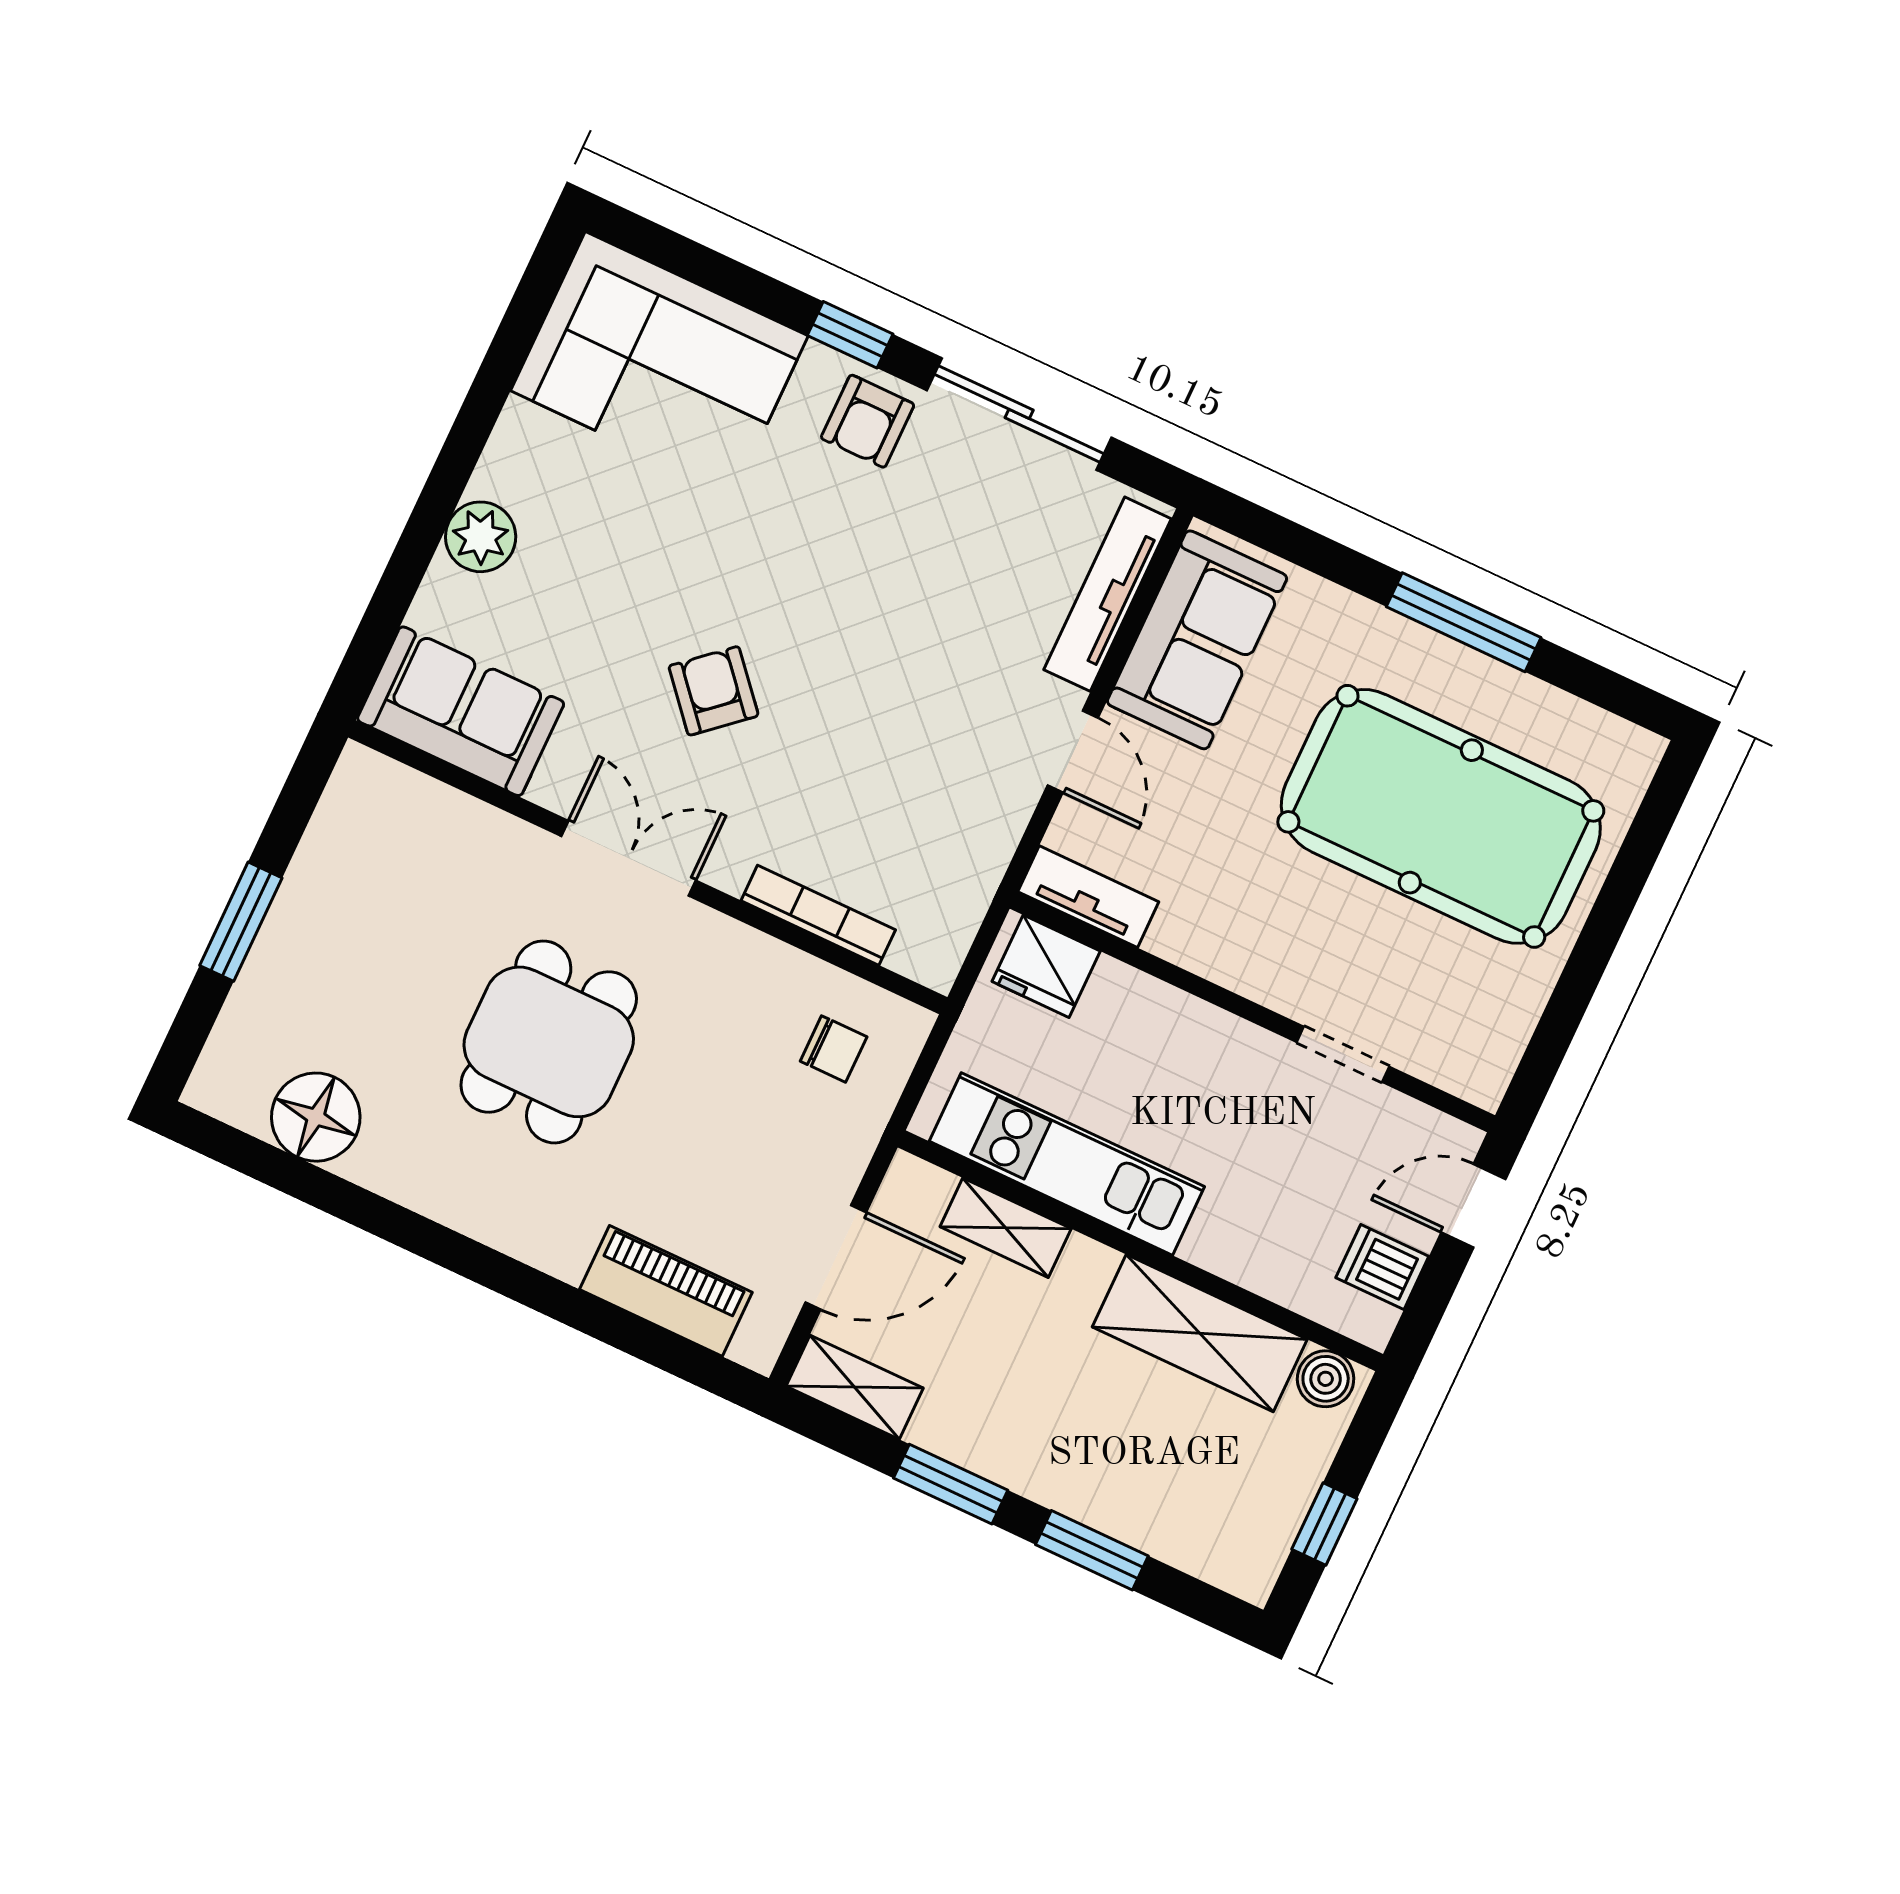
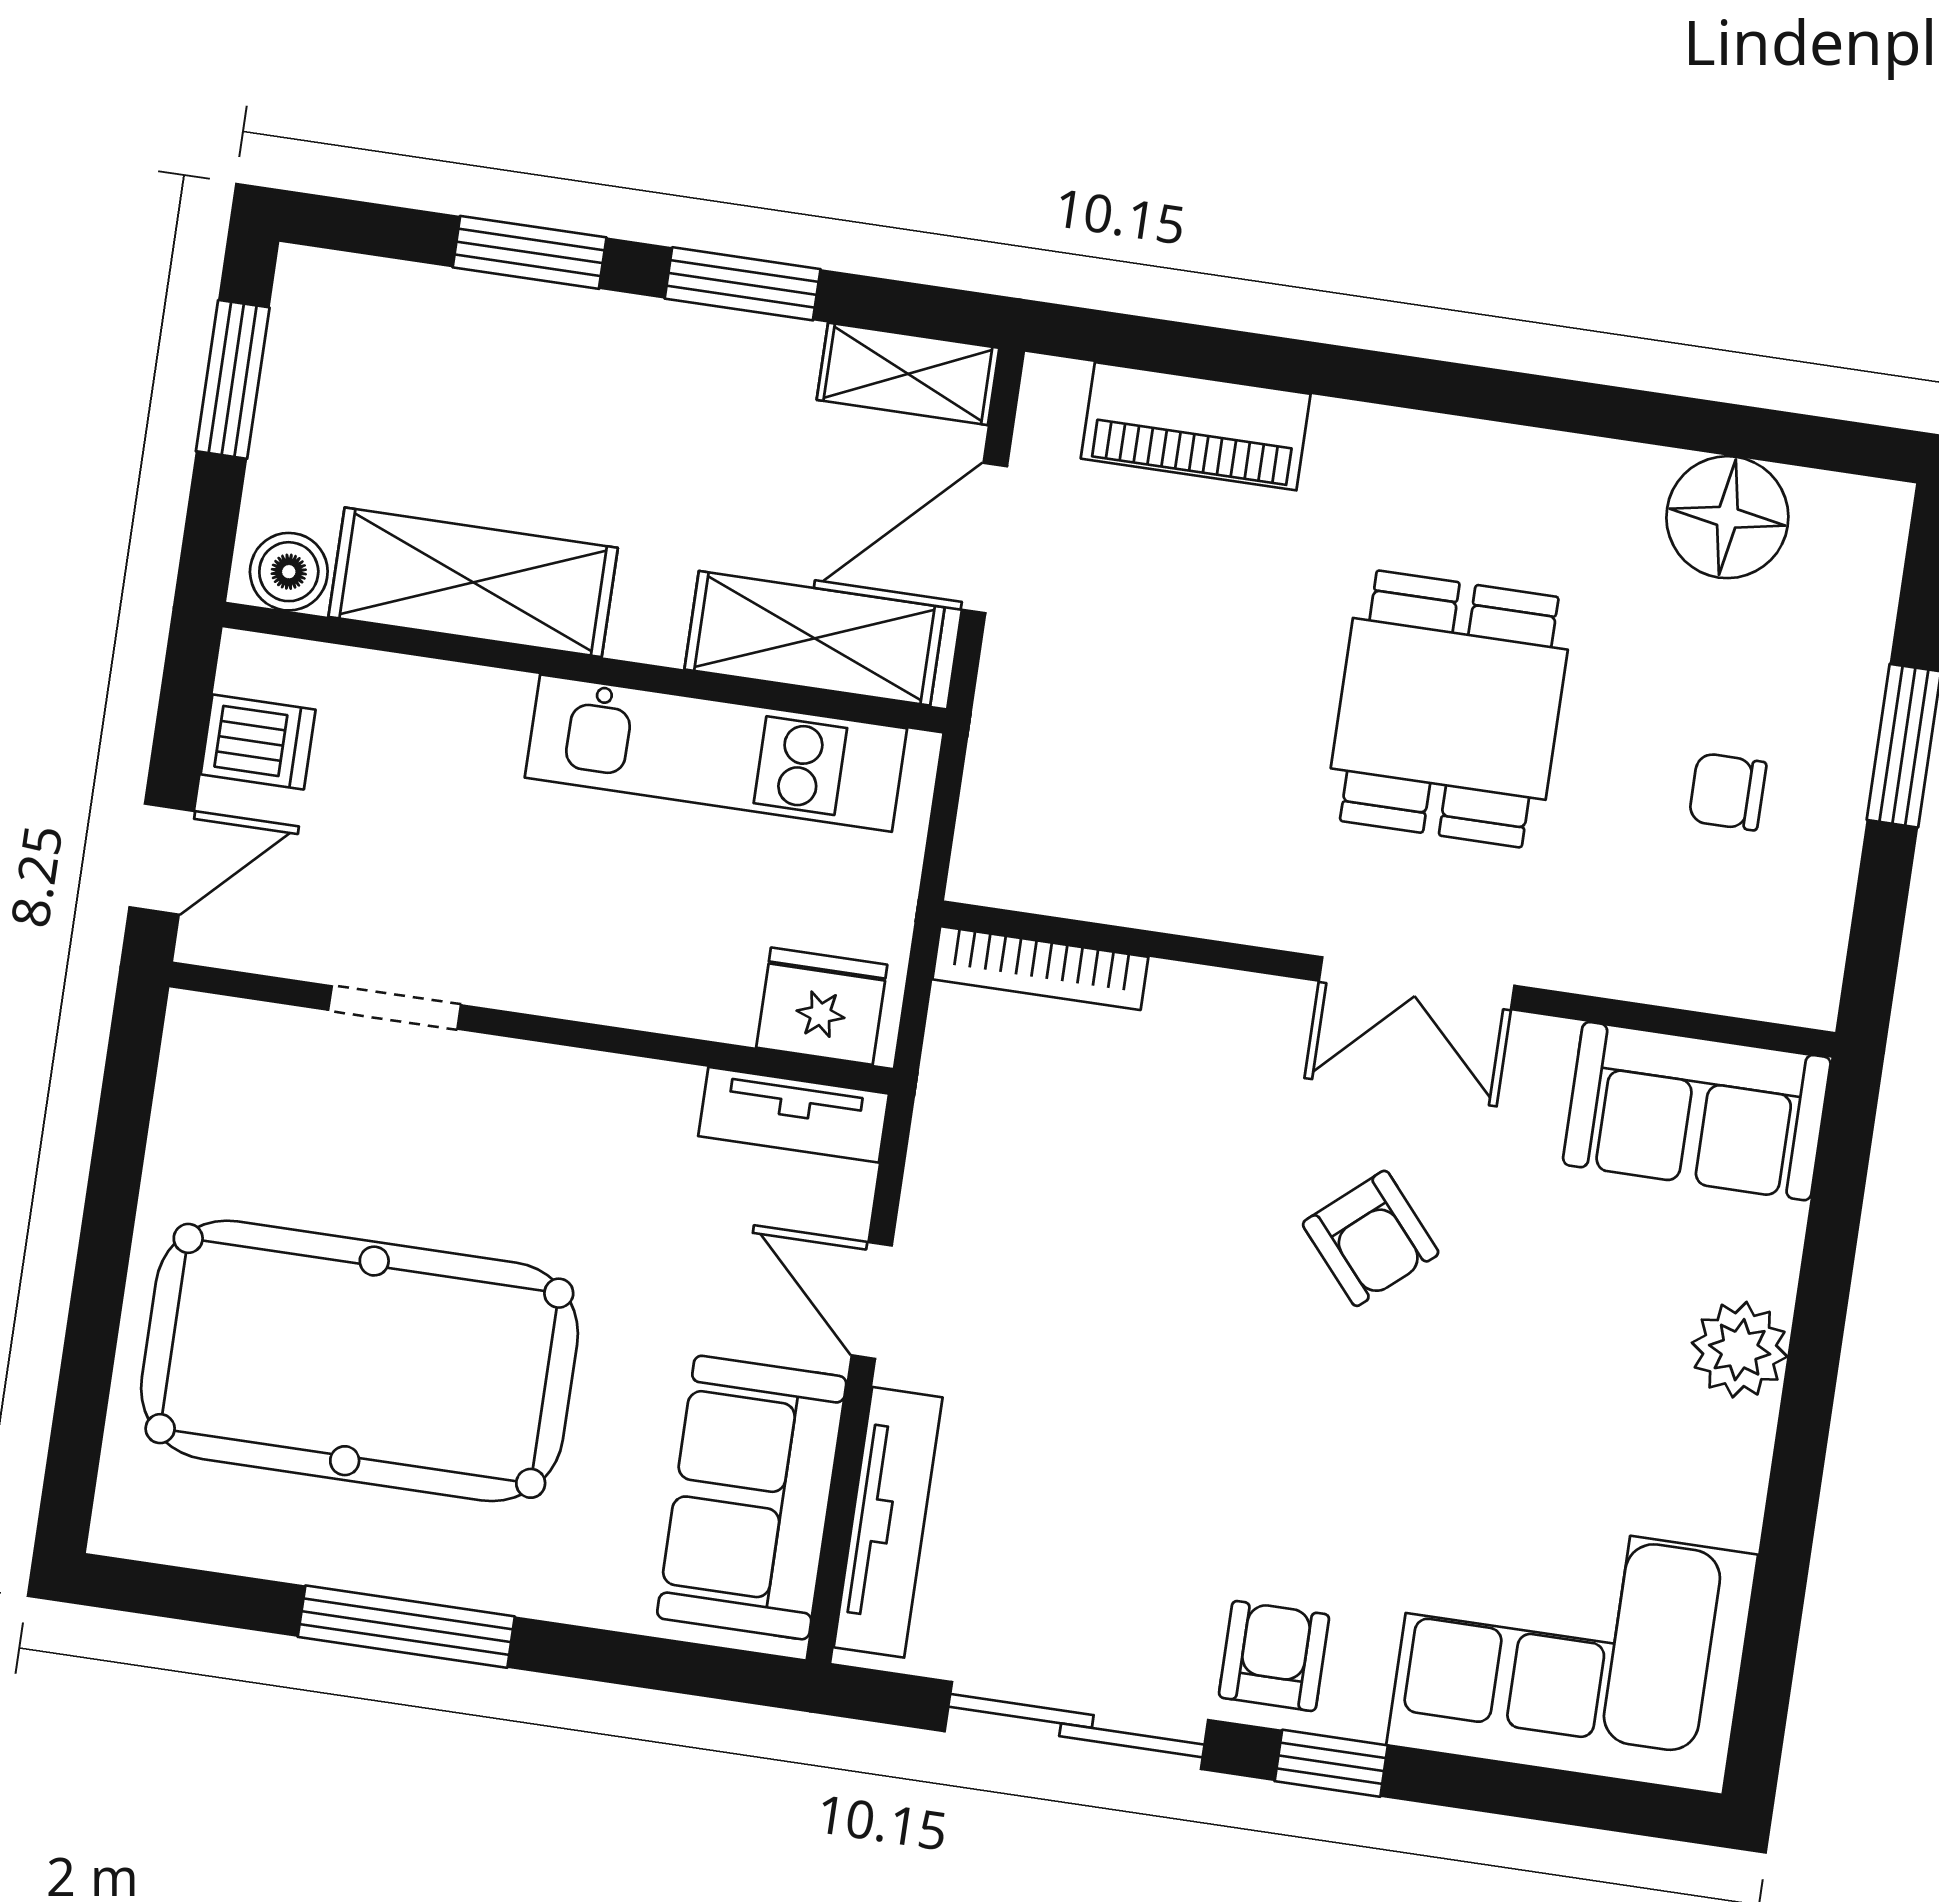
bookcase: (818, 915) -> (1040, 968), moved
chair: (834, 1049) -> (1727, 792), moved
shelving: (1006, 1228) -> (814, 638), width x1.50, depth x1.33
window: (1324, 1524) -> (233, 379), width x1.50

